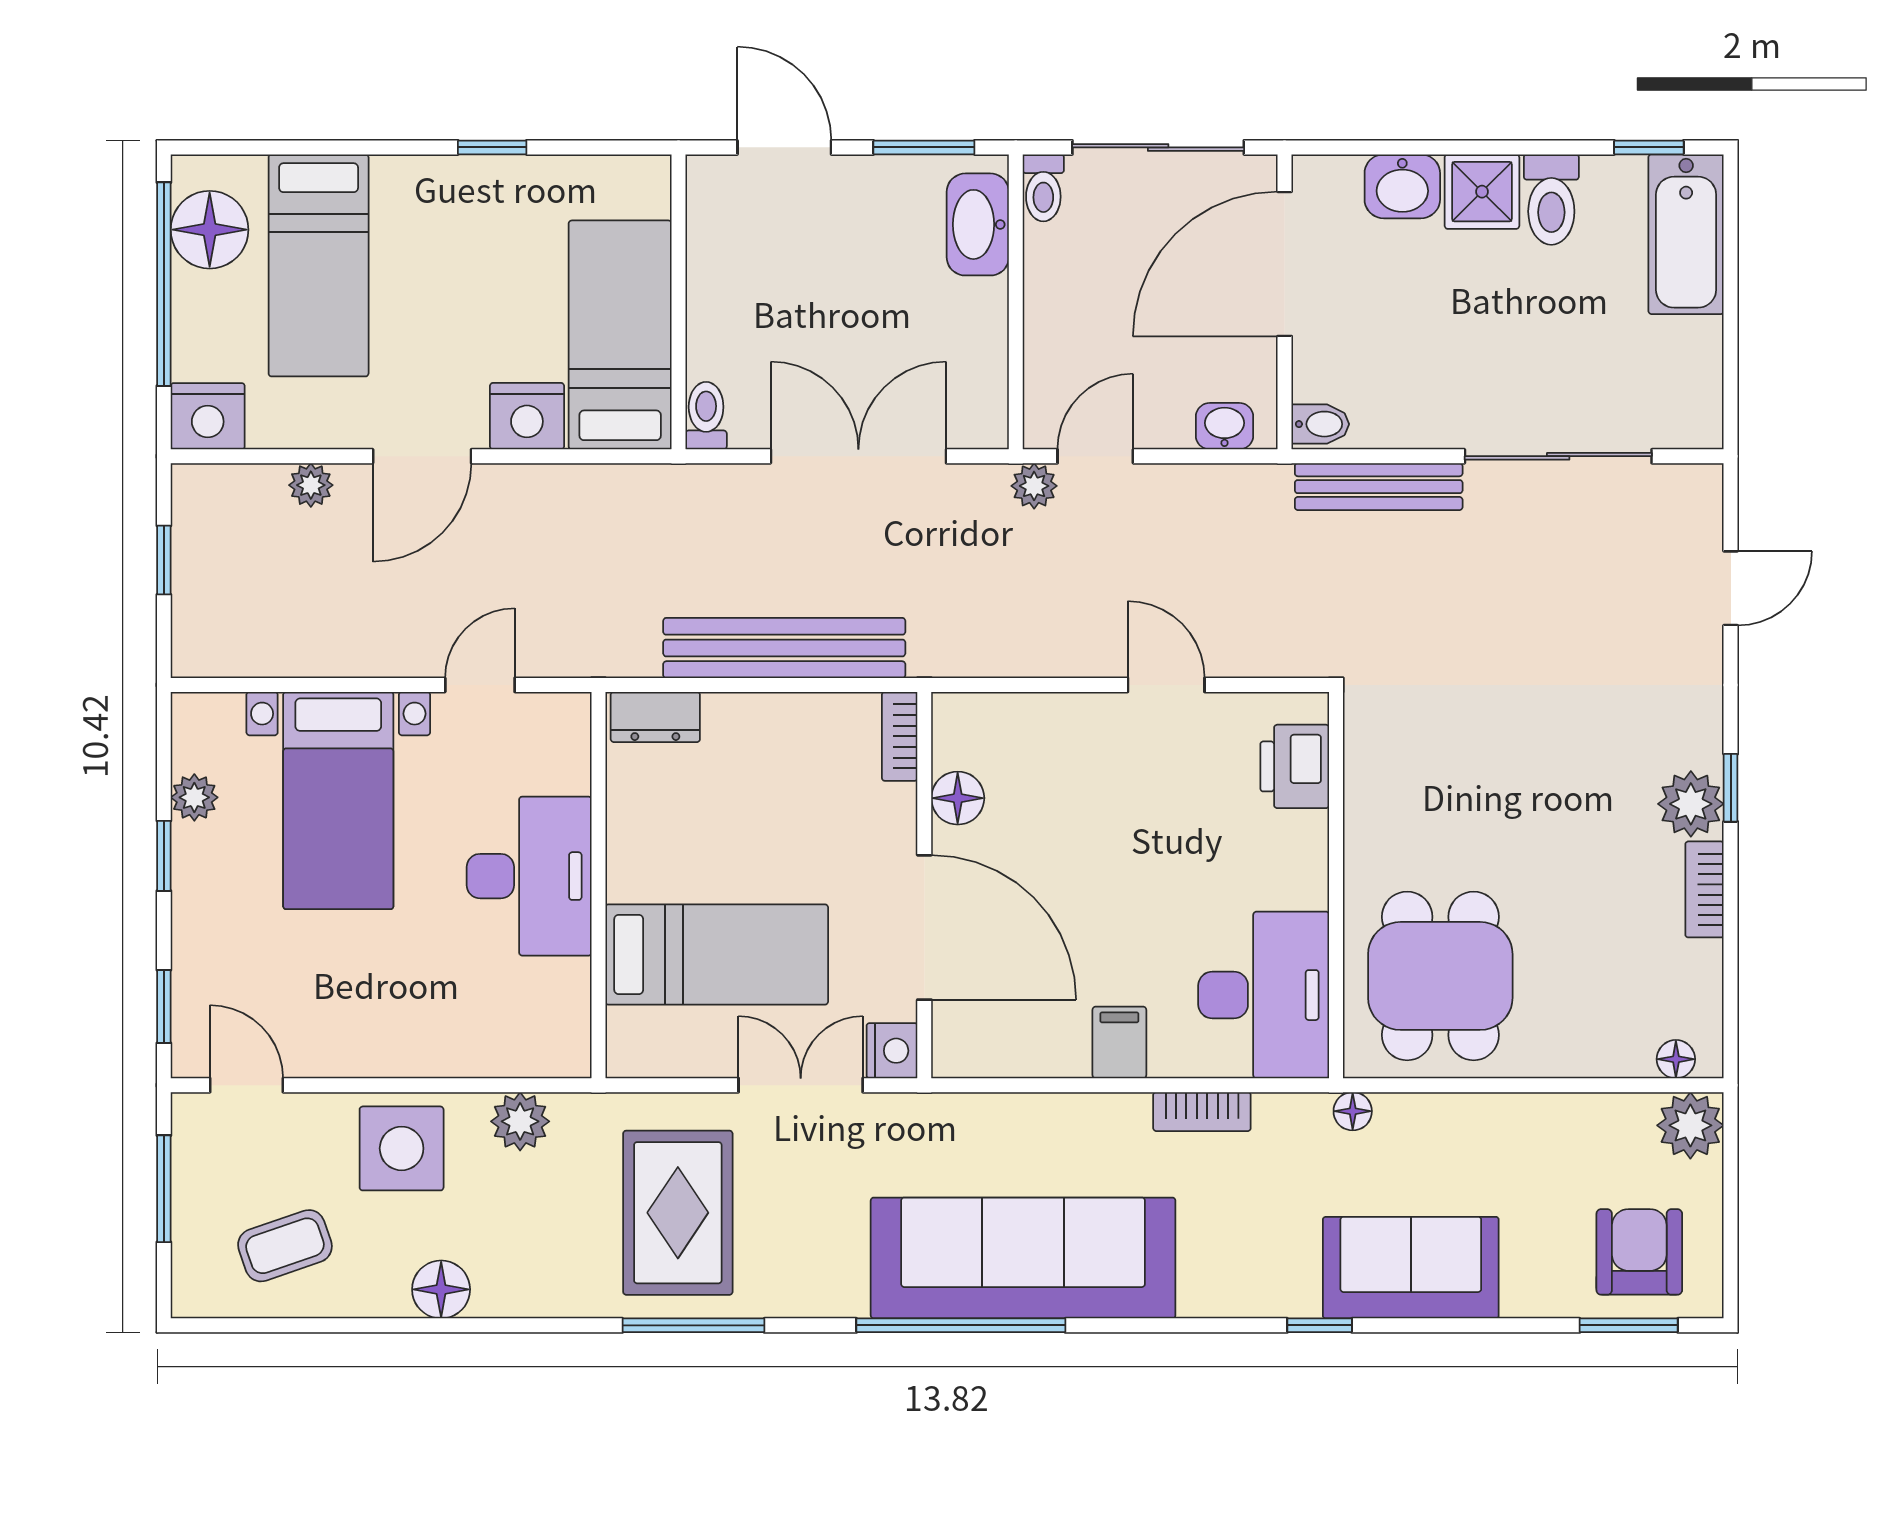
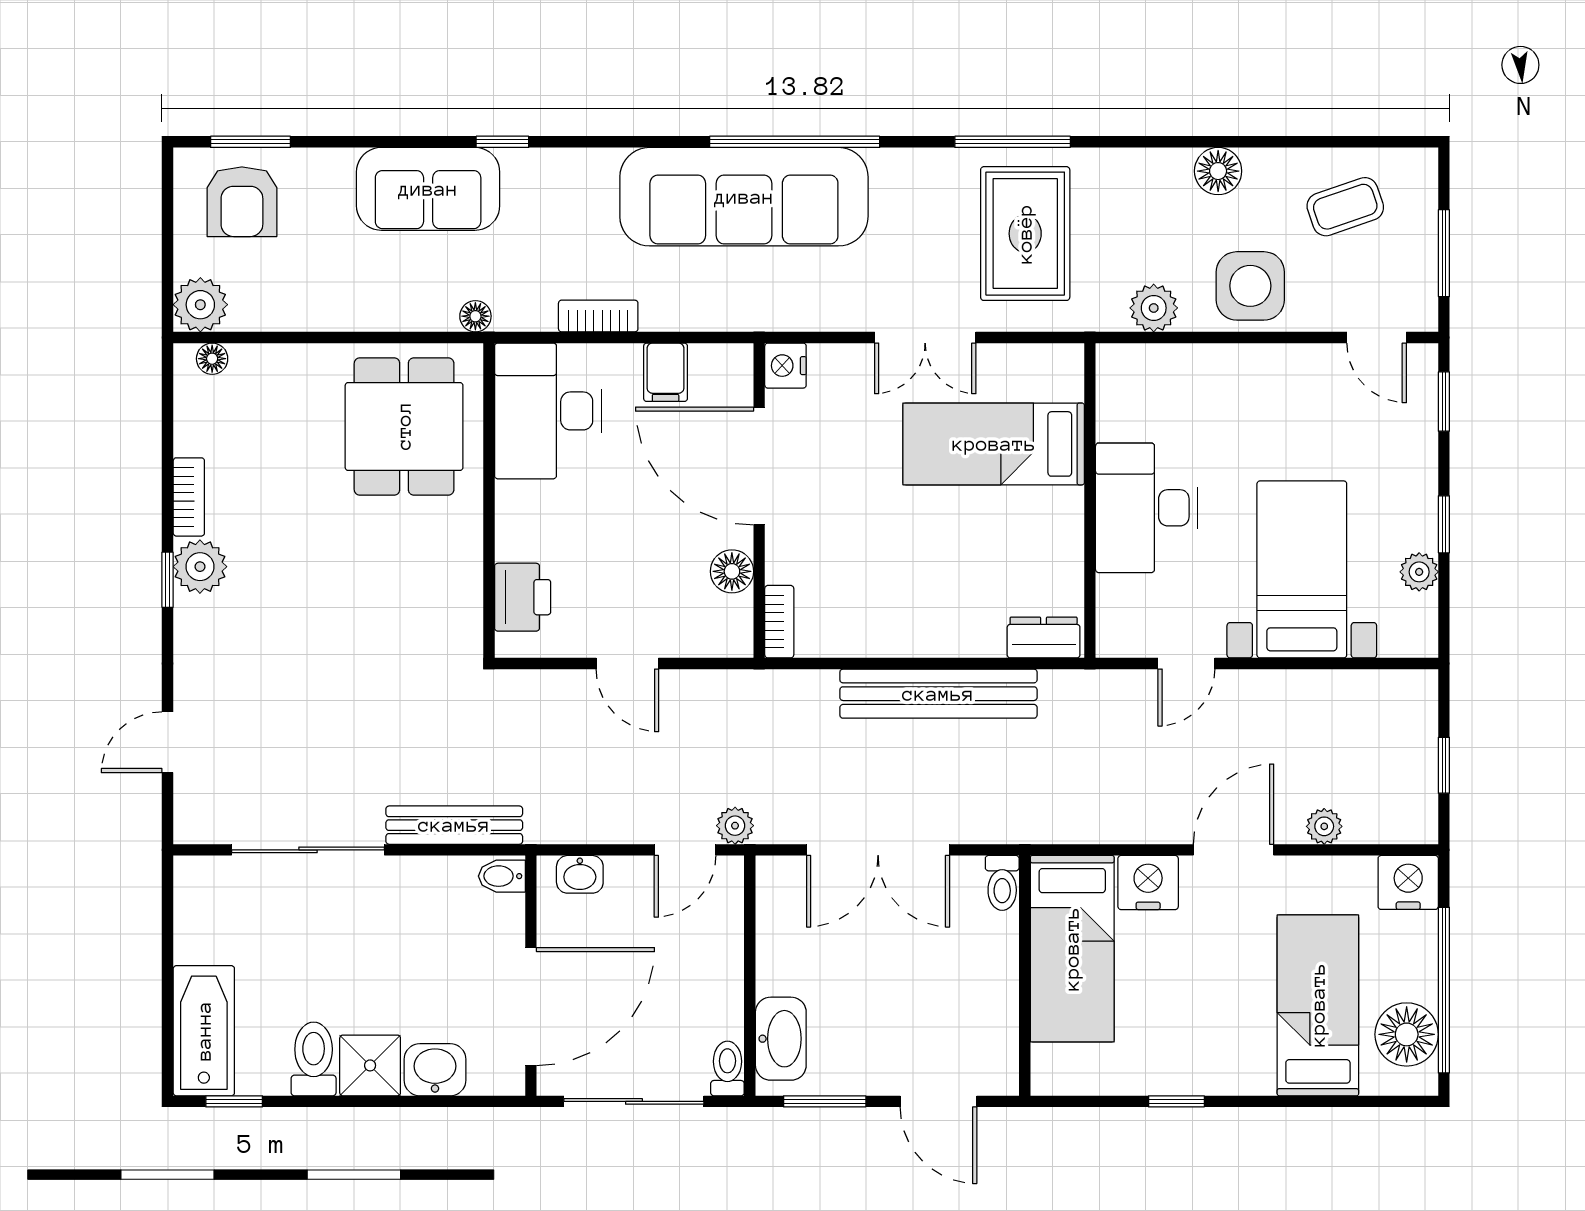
bookcase: (900, 736) -> (779, 622), moved
floor lamp: (958, 798) -> (732, 571), moved
wall: (924, 885) -> (759, 500), moved
door: (924, 927) -> (759, 466), moved
nightstand: (892, 1051) -> (785, 366), moved

